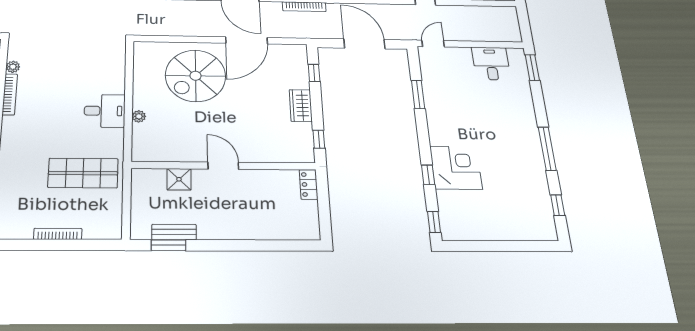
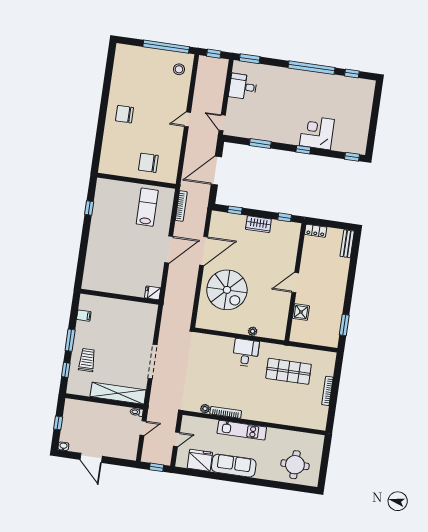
window: (524, 23) -> (214, 54), added
door: (247, 40) -> (204, 251), hinge flipped
window: (547, 149) -> (312, 68), width x1.46
shop shelf: (83, 173) -> (289, 371), turned 90
window: (428, 175) -> (303, 150), moved
bench: (174, 232) -> (347, 244), moved

